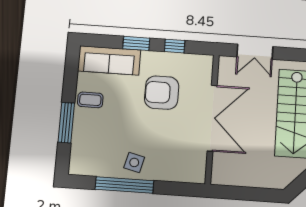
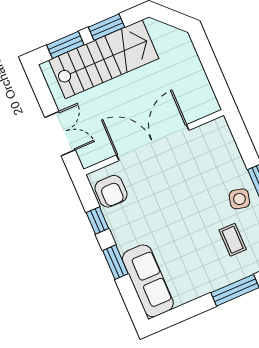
armchair: (162, 93) -> (111, 191), moved, width x0.73, depth x0.73
coffee table: (90, 100) -> (233, 240), moved

